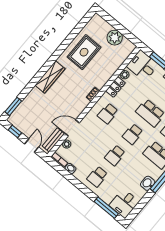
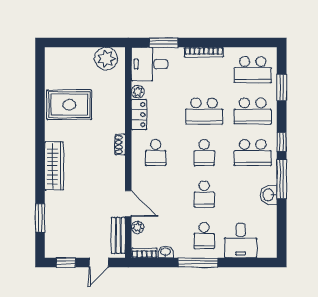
plant: (115, 38) -> (106, 59), moved
rug: (84, 52) -> (69, 105), turned 90
window: (13, 106) -> (40, 218), moved
door: (72, 128) -> (128, 204), swing flipped
door: (32, 145) -> (99, 263), swing flipped
desk: (124, 203) -> (241, 241), moved
window: (106, 208) -> (198, 263), moved

